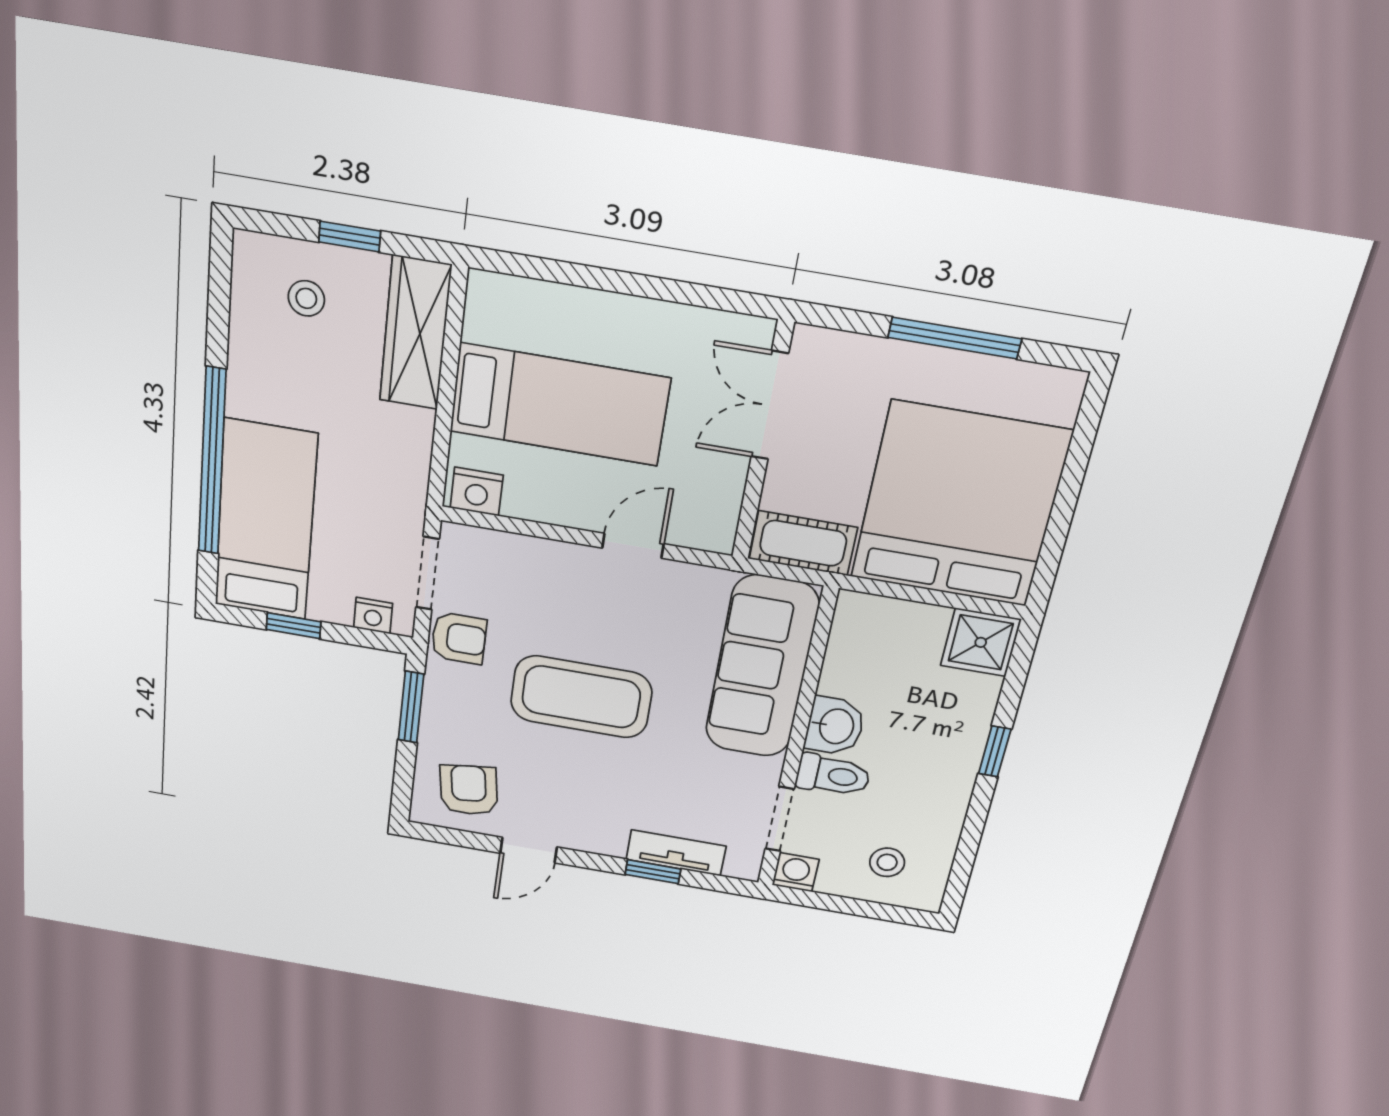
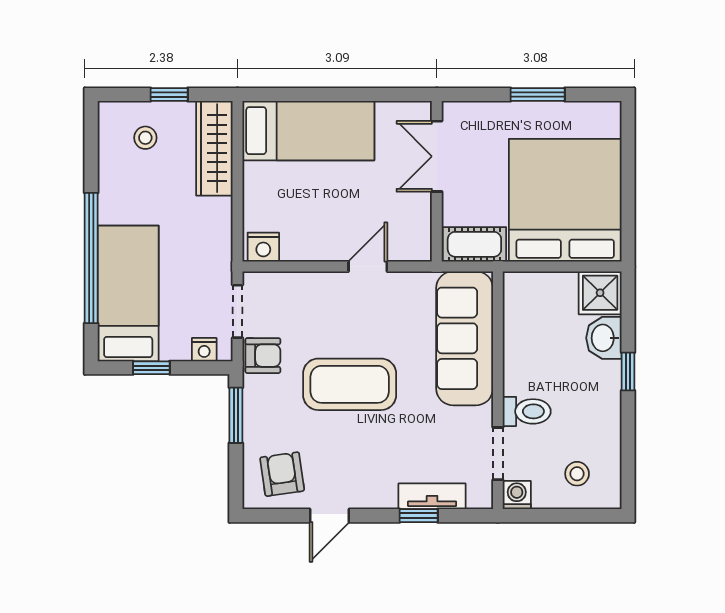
window: (955, 338) -> (538, 94), width x0.69
bed: (559, 405) -> (308, 131), moved
washbasin: (835, 726) -> (604, 338), moved, turned 180

